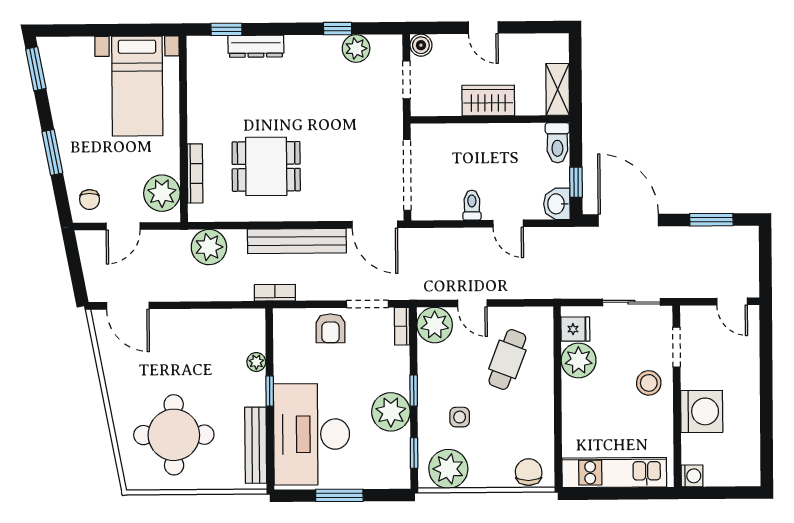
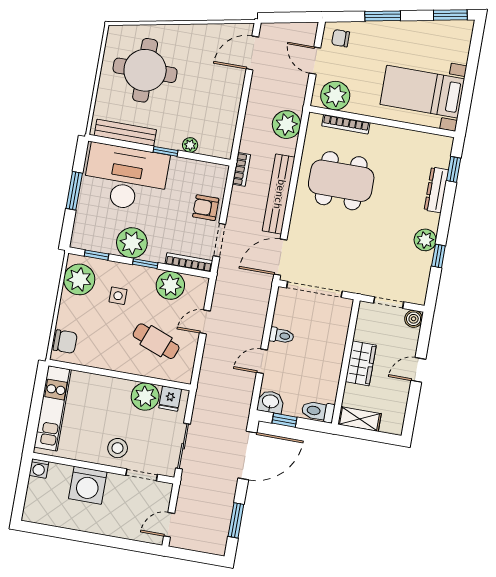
plant: (356, 48) -> (425, 240), moved
dining table: (266, 166) -> (341, 181), width x1.38
plant: (435, 325) -> (170, 285), moved
bookcase: (402, 326) -> (189, 262), width x1.56

